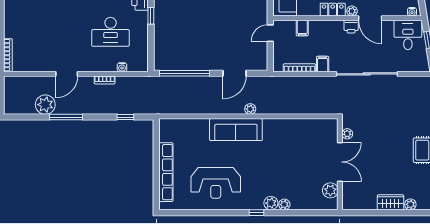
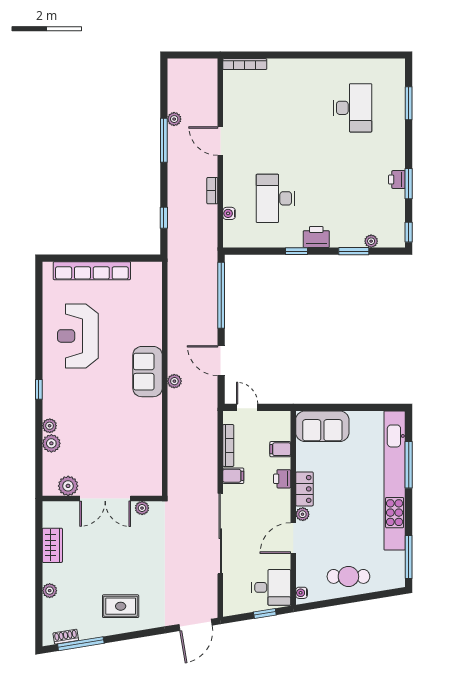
printer: (351, 27) -> (282, 479), moved
door: (270, 33) -> (247, 407), moved
plant: (45, 105) -> (174, 119), width x0.53, depth x0.53
sofa: (236, 130) -> (148, 372), width x0.73
wardrobe: (391, 202) -> (52, 545), moved
plant: (271, 203) -> (51, 443), moved

